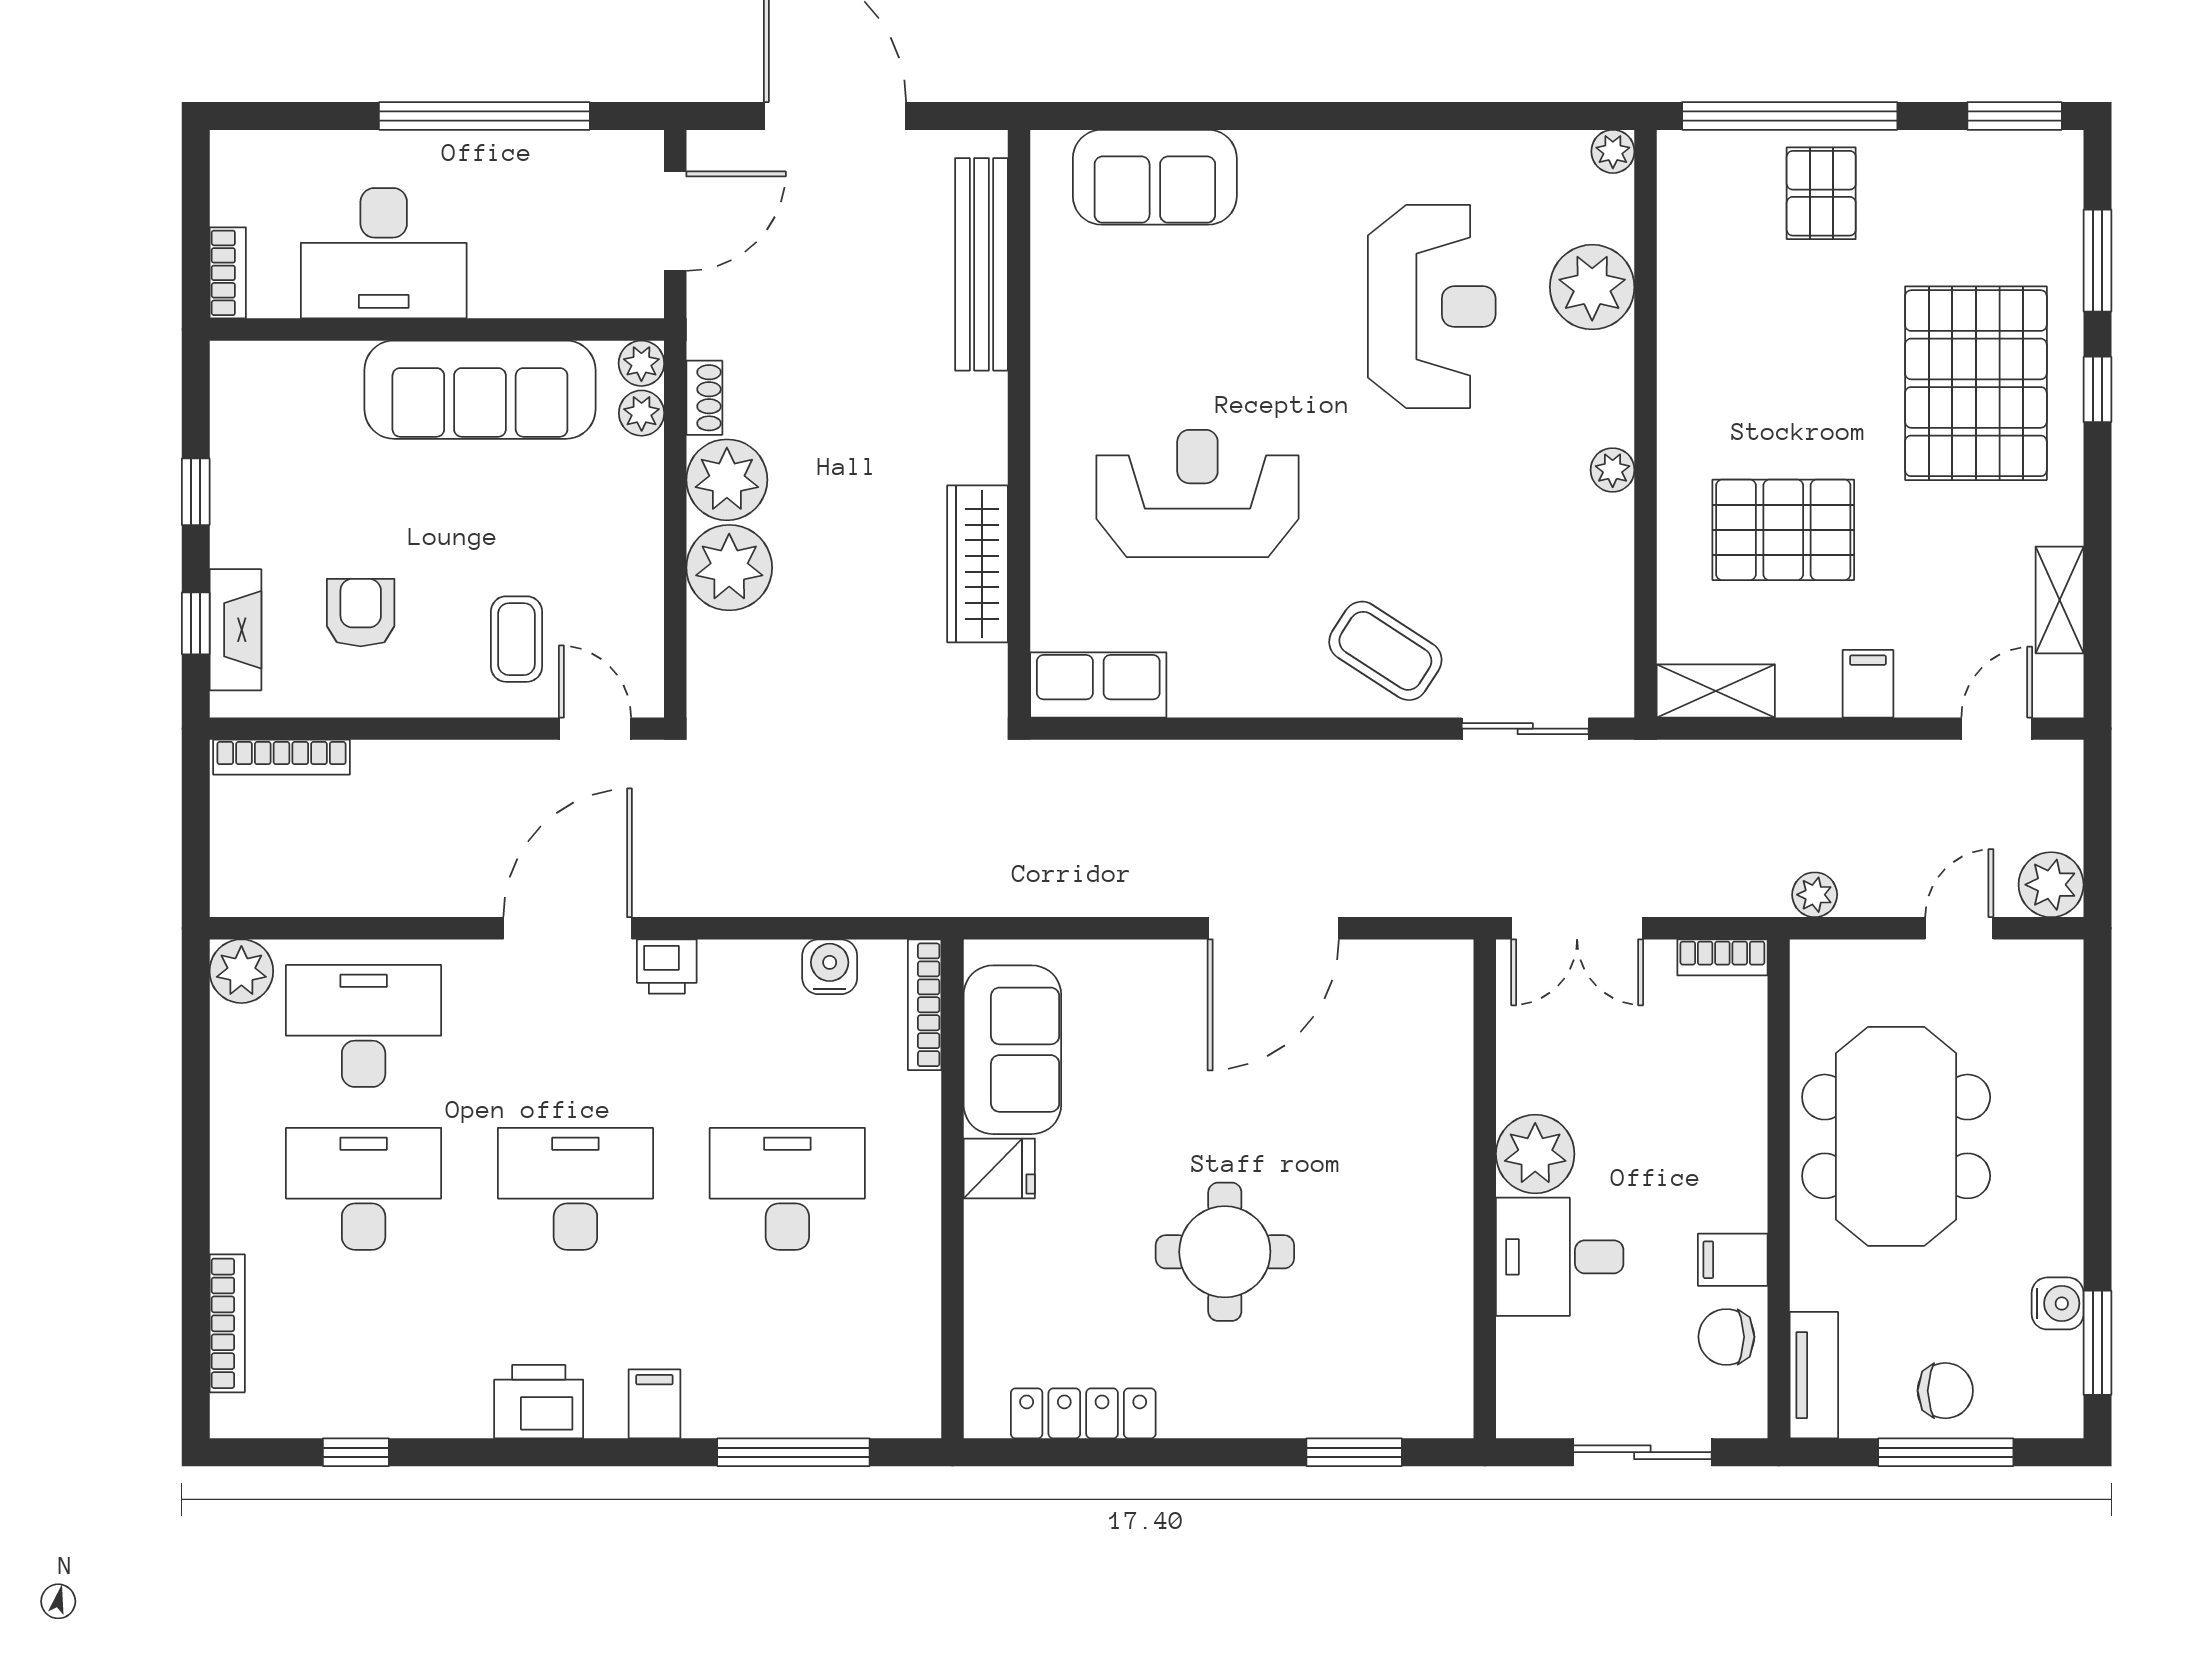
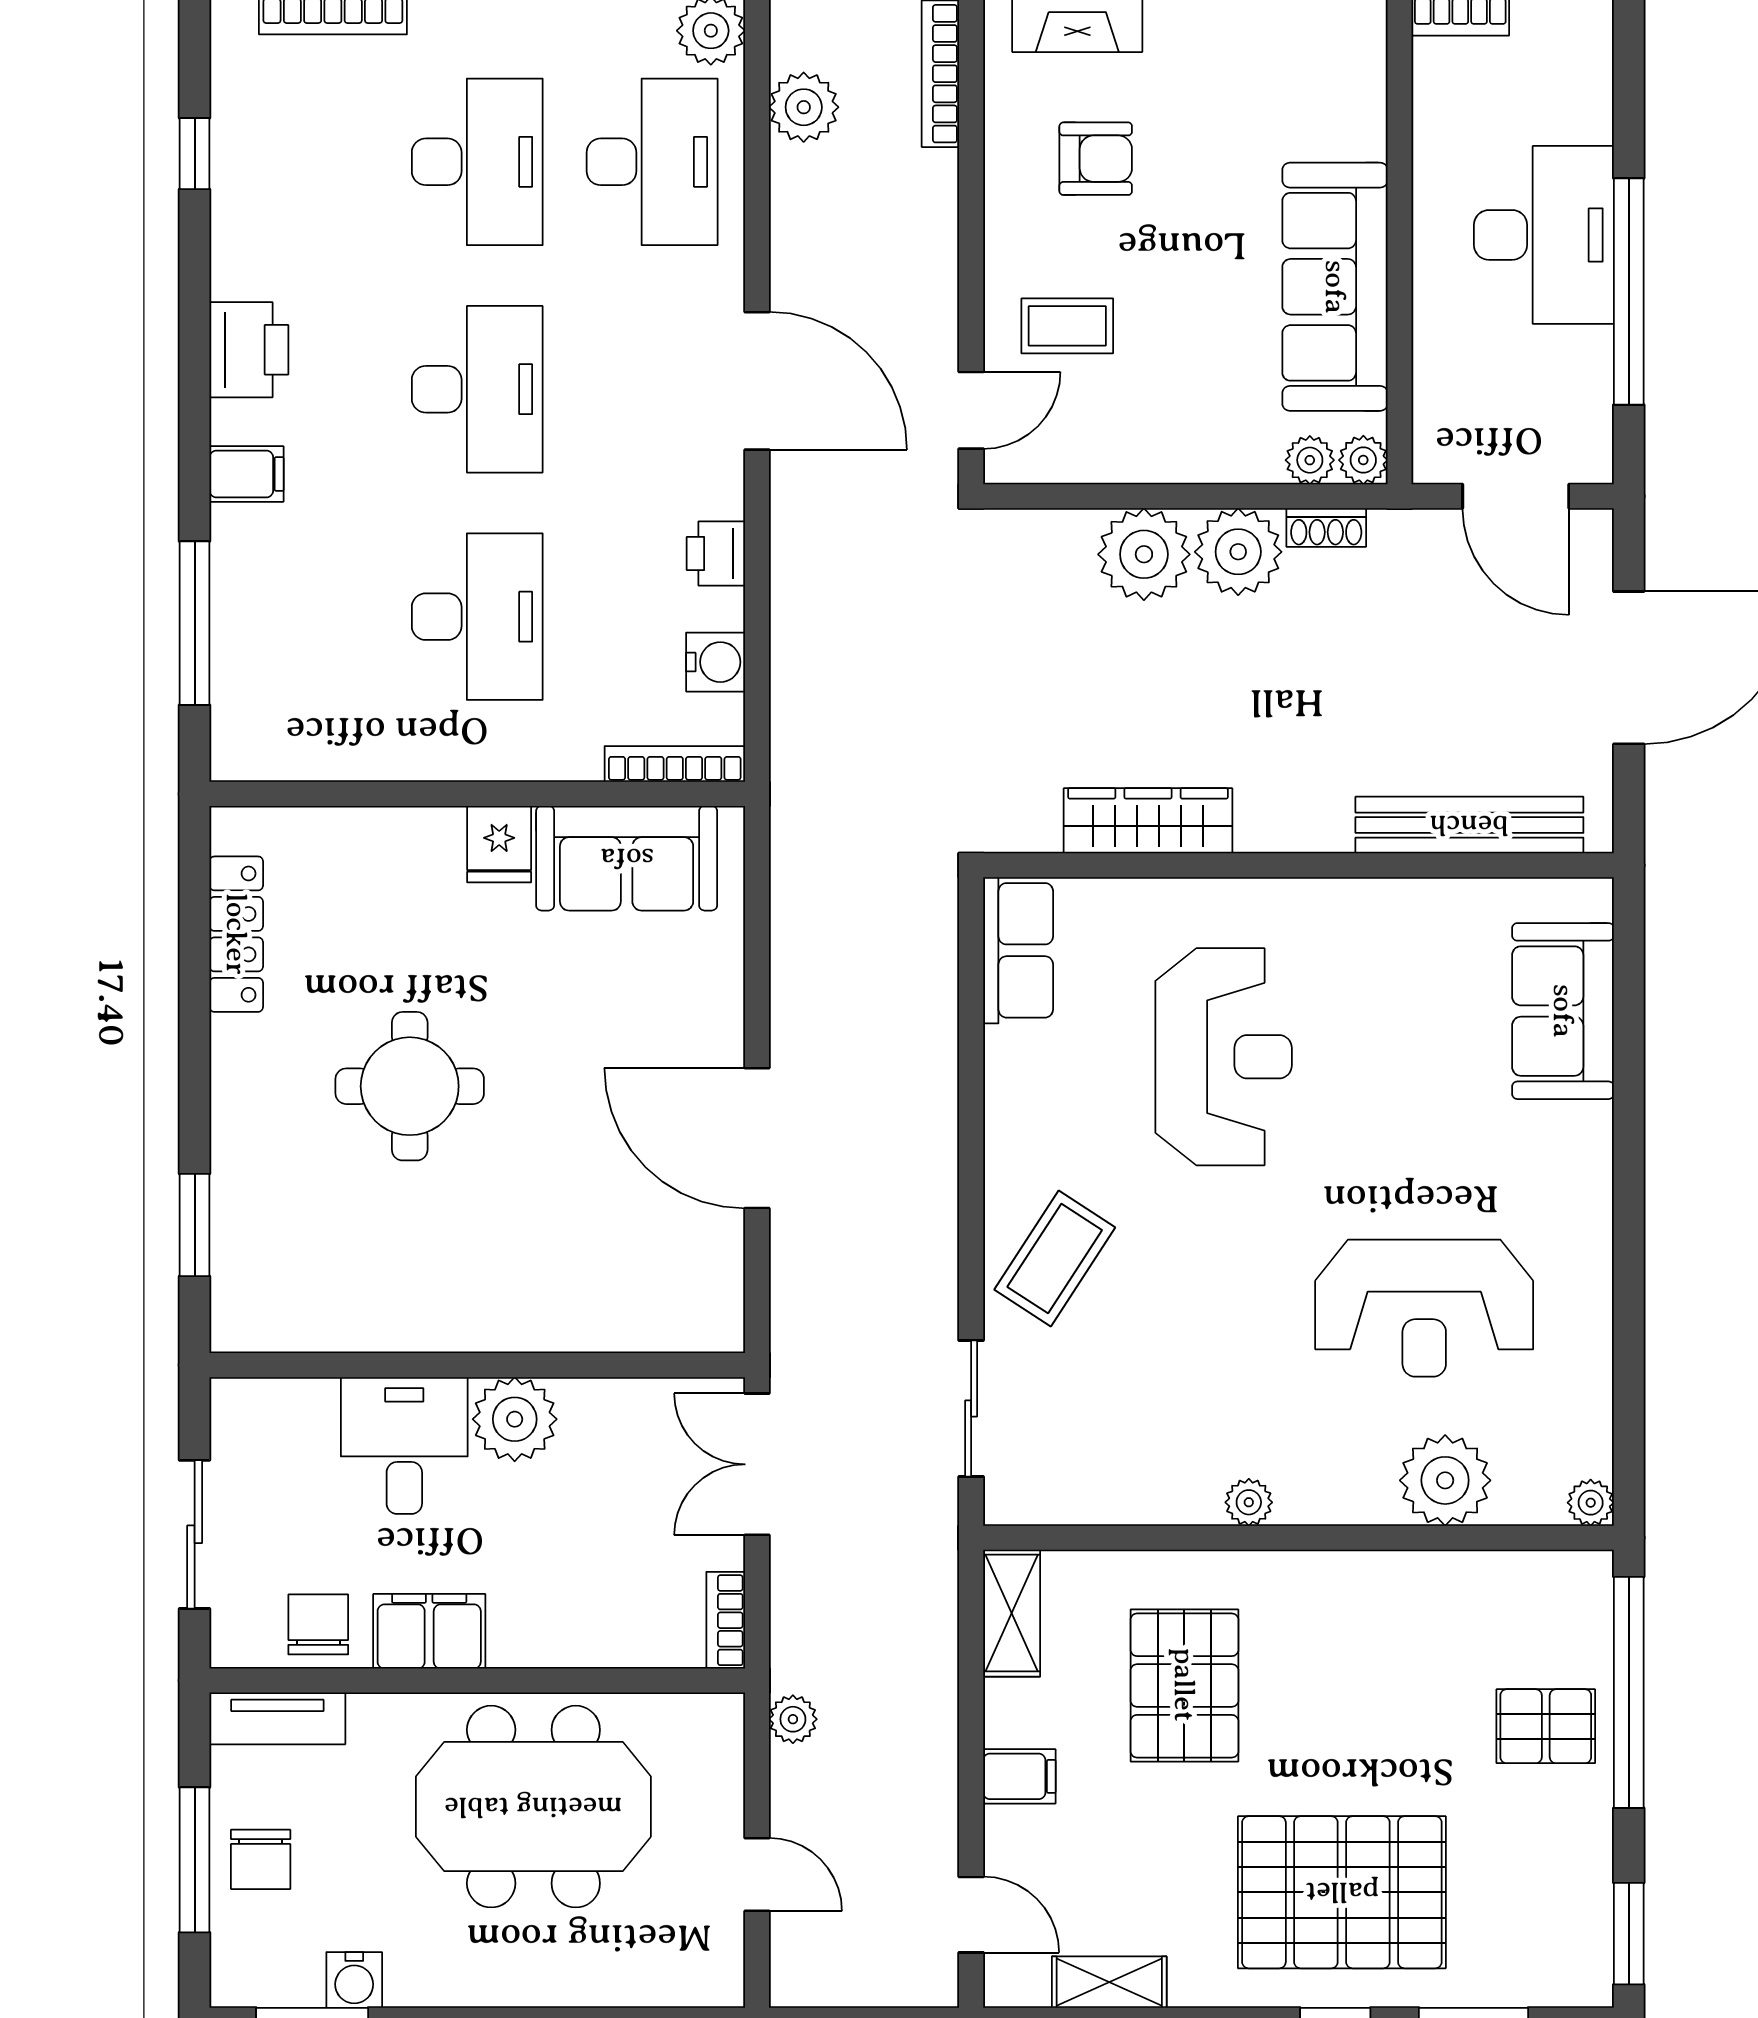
desk: (384, 253) -> (1544, 235), moved, turned 180
plant: (2051, 885) -> (804, 107), moved
printer: (667, 967) -> (716, 553), moved
filing cabinet: (1733, 1260) -> (429, 1631), width x2.00

